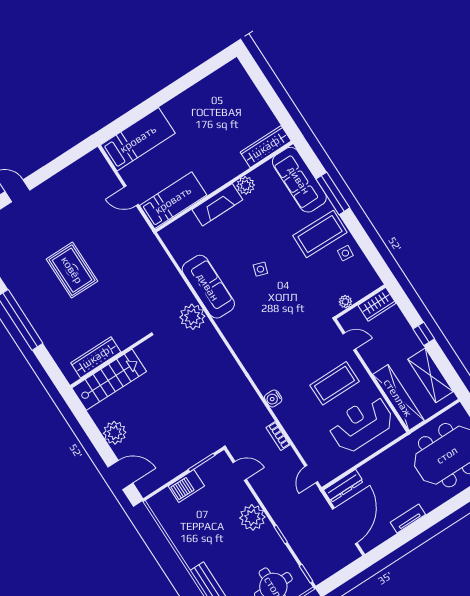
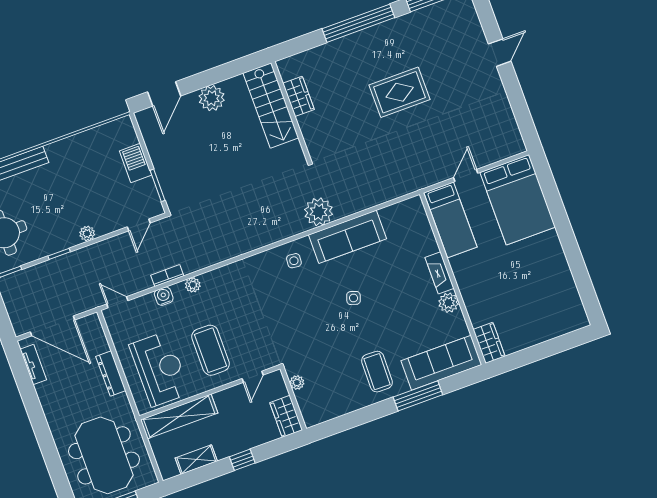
bed: (138, 139) -> (518, 200), width x1.50
wardrobe: (266, 147) -> (489, 343), width x0.67
fireplace: (217, 205) -> (440, 273), width x0.73, depth x0.76
coffee table: (320, 234) -> (377, 372), width x0.73, depth x0.76
side table: (345, 253) -> (294, 261), moved
wardrobe: (96, 357) -> (298, 96), width x0.67
shelving: (430, 375) -> (196, 460), width x0.67, depth x0.75
water cooler: (273, 398) -> (164, 296), moved
plant: (281, 412) -> (193, 285), added
dresser: (343, 486) -> (111, 374), moved
plant: (252, 517) -> (87, 234), width x0.53, depth x0.53
tv unit: (408, 518) -> (33, 364), moved

